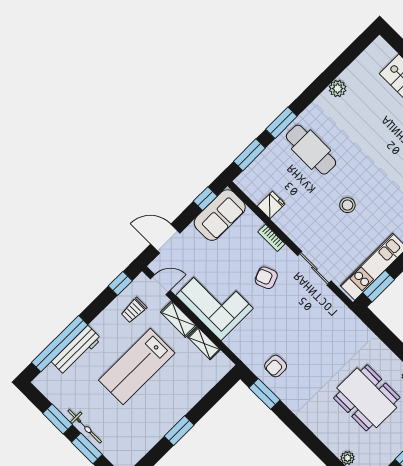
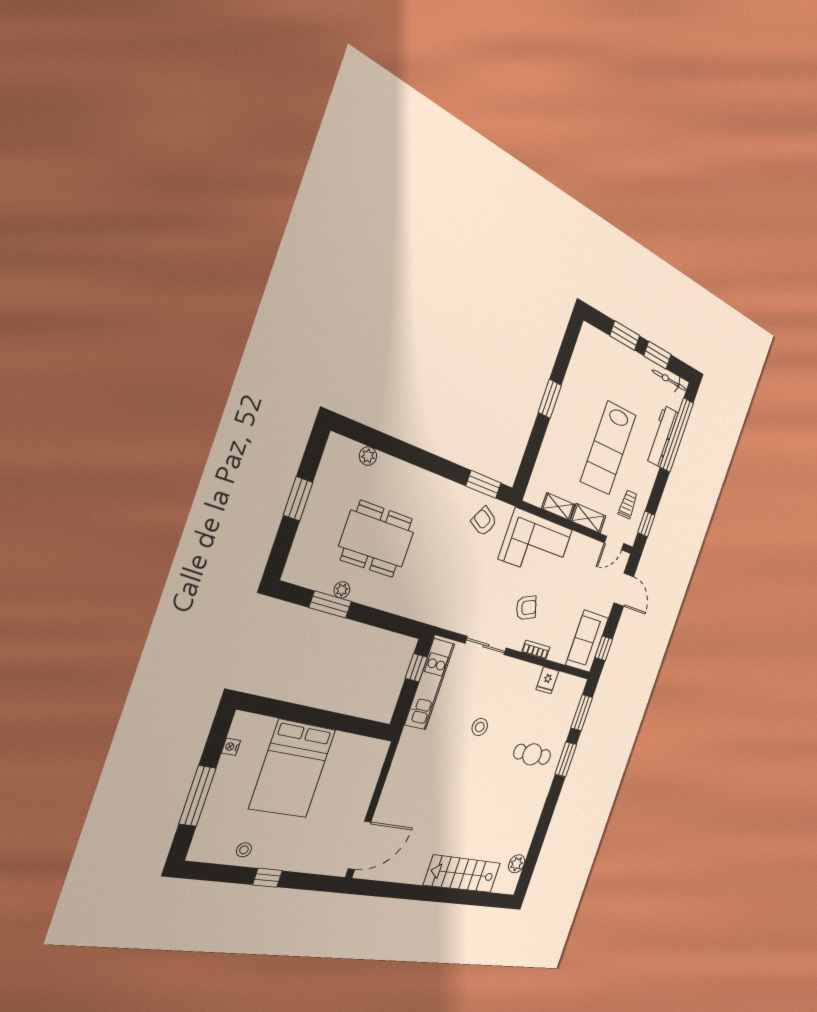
plant: (338, 89) -> (517, 864), moved
cafe table: (311, 150) -> (532, 754), width x0.73, depth x0.74
door: (165, 239) -> (624, 590), hinge flipped
window: (379, 286) -> (416, 668), width x0.67
corner sofa: (215, 302) -> (536, 544), moved
armchair: (276, 366) -> (484, 521), turned -60
lab bench: (137, 367) -> (608, 448), turned 180
bicycle: (85, 426) -> (669, 380), moved

